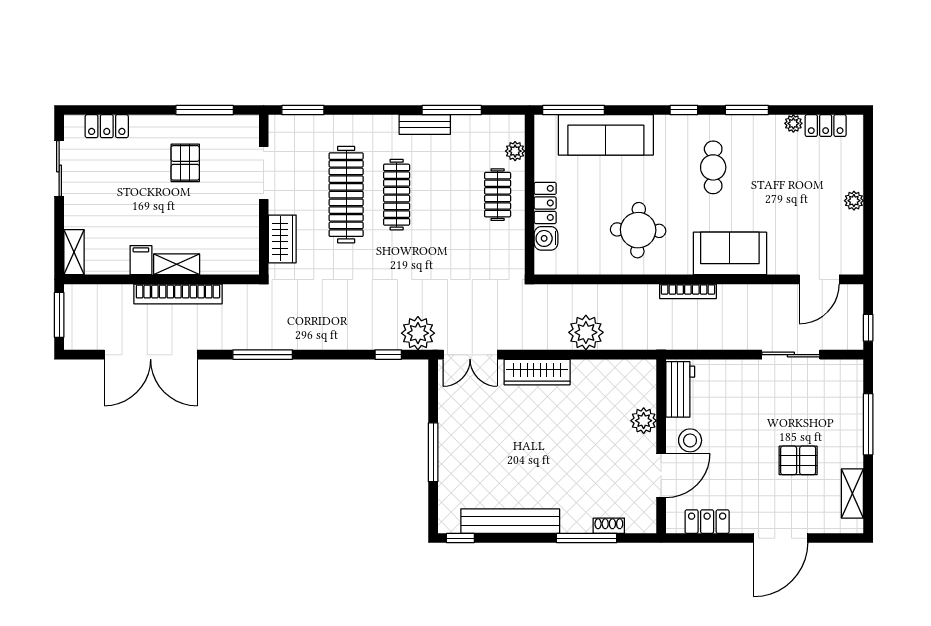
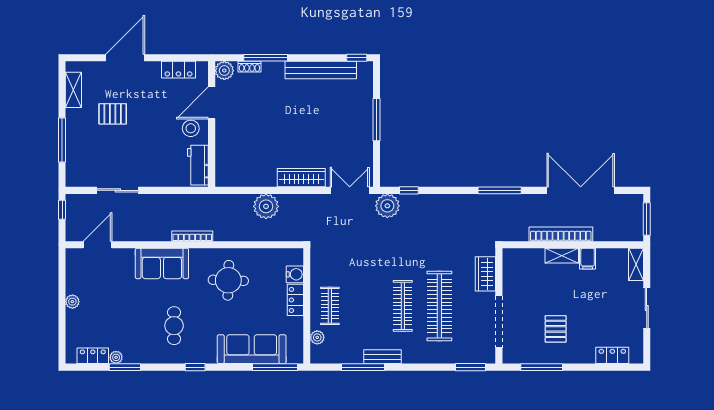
window: (747, 110) -> (125, 367), moved
sliding door: (59, 169) -> (647, 308), moved
doorway: (264, 173) -> (499, 322), width x1.36
plant: (644, 421) -> (224, 70), moved

